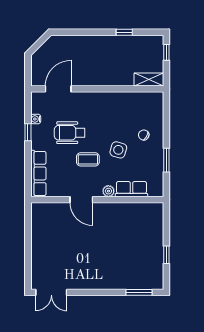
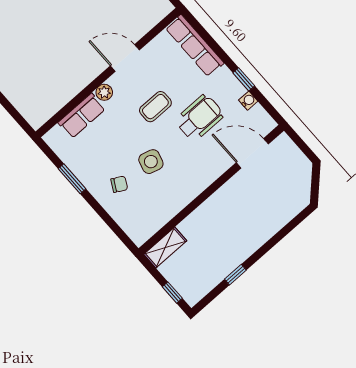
door: (58, 89) -> (252, 153), swing flipped
side table: (118, 150) -> (151, 162), moved

